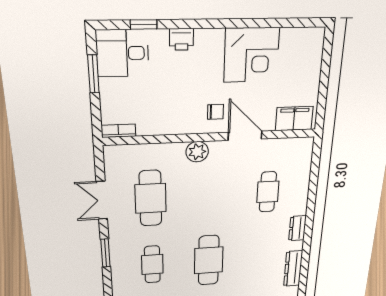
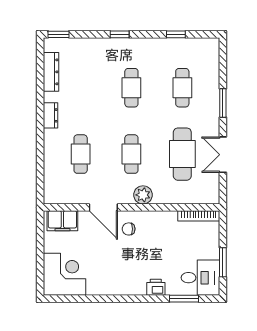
window: (144, 24) -> (184, 299), width x1.50
corner desk: (251, 55) -> (65, 274), moved, turned 90
bookcase: (118, 131) -> (199, 216), width x1.56
cafe table: (210, 195) -> (131, 154), added
double door: (102, 200) -> (223, 155), swing flipped
cafe table: (209, 260) -> (131, 88), width x0.73, depth x0.74

